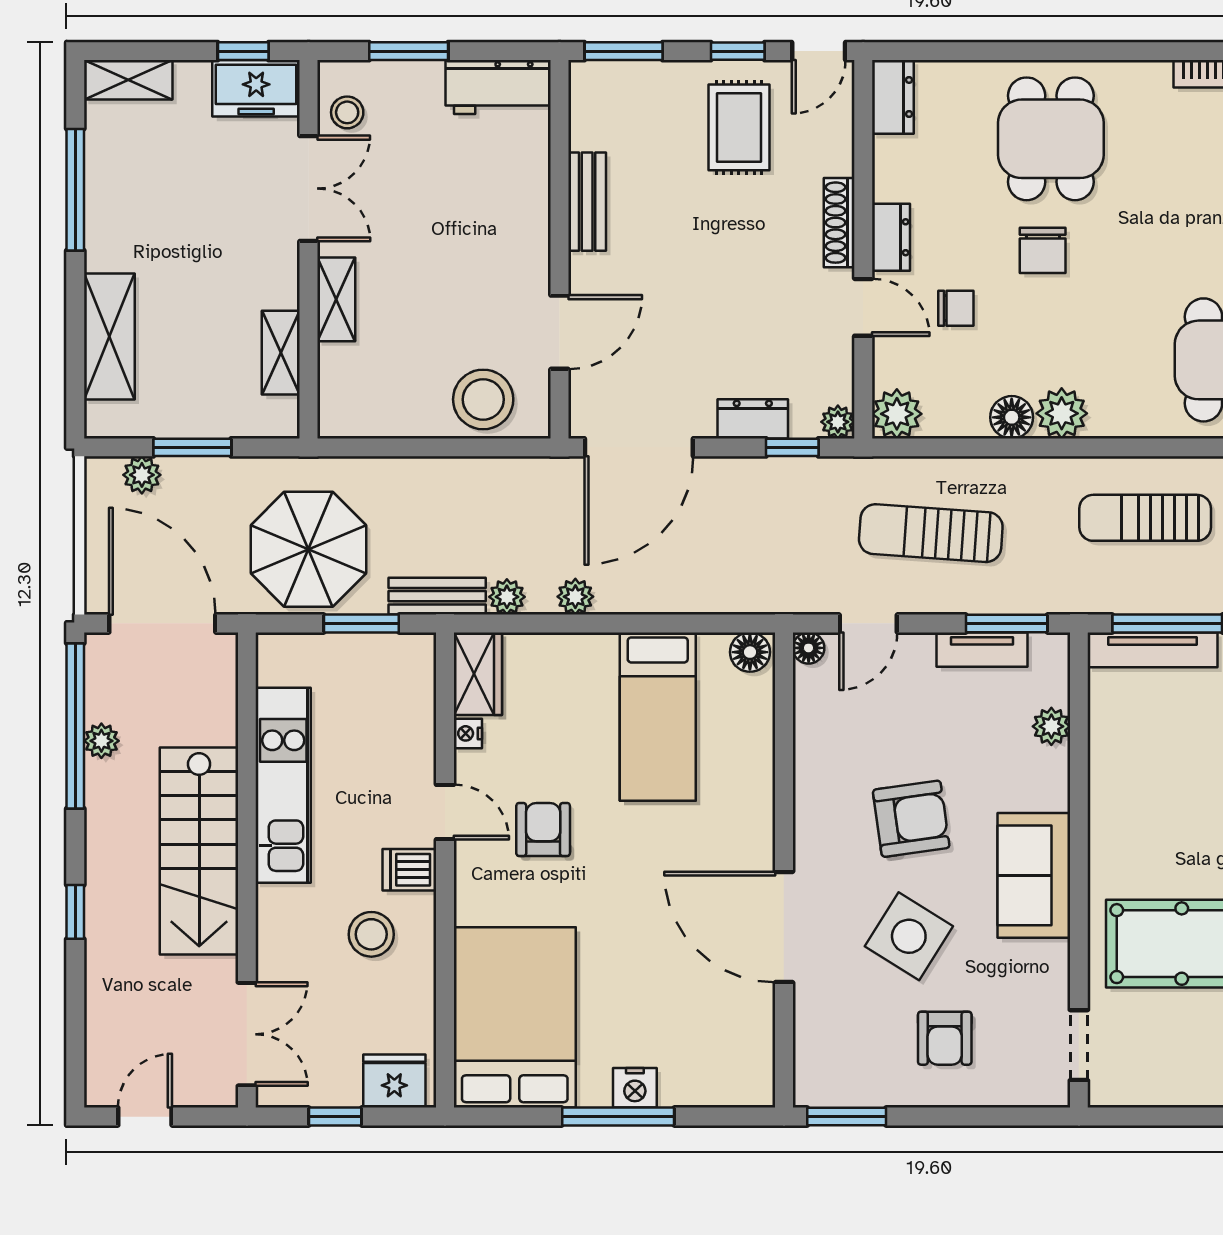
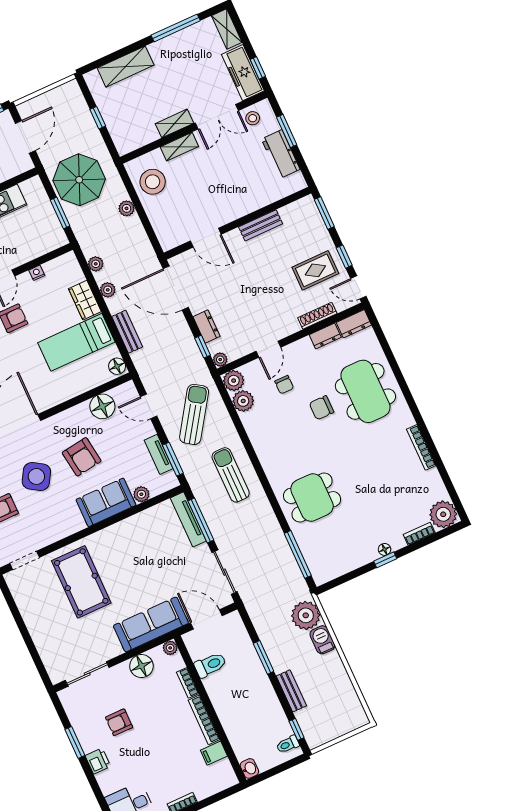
workbench: (498, 87) -> (281, 154), moved
freezer: (256, 88) -> (243, 73), width x1.40
dining table: (1051, 139) -> (365, 391), width x1.38
shoe rack: (839, 223) -> (317, 316), moved
dresser: (891, 237) -> (325, 336), moved
shelving: (281, 353) -> (174, 123), moved
stool: (483, 399) -> (153, 182), moved
plant: (1062, 413) -> (243, 401), moved
floor lamp: (1012, 417) -> (252, 425), removed
window: (192, 447) -> (98, 118), width x0.67
plant: (142, 475) -> (127, 208), moved
sun lounger: (1145, 518) -> (231, 475), moved
sun lounger: (931, 533) -> (194, 414), turned 30
bench: (437, 596) -> (127, 332), moved
door: (162, 623) -> (25, 137), width x0.73
floor lamp: (809, 648) -> (102, 406), moved, width x1.89, depth x1.89
wardrobe: (478, 674) -> (85, 300), moved, turned 90
sofa: (1034, 875) -> (106, 502), moved

